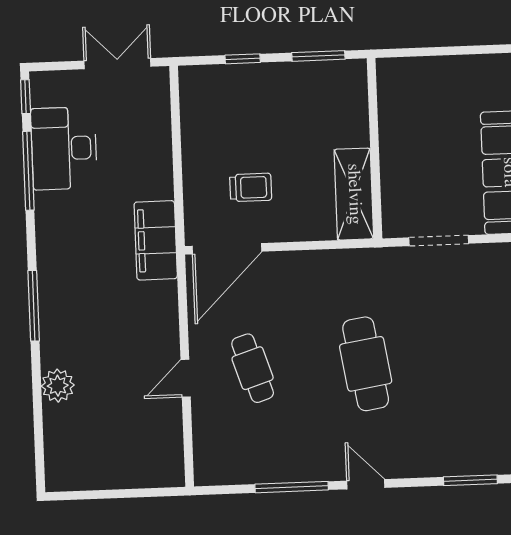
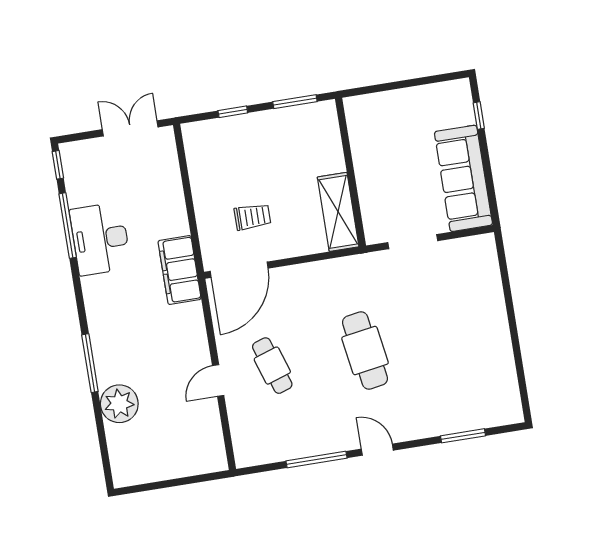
desk: (64, 148) -> (100, 239), moved
window: (34, 306) -> (90, 363), moved
plant: (58, 386) -> (119, 404), width x1.36, depth x1.36

